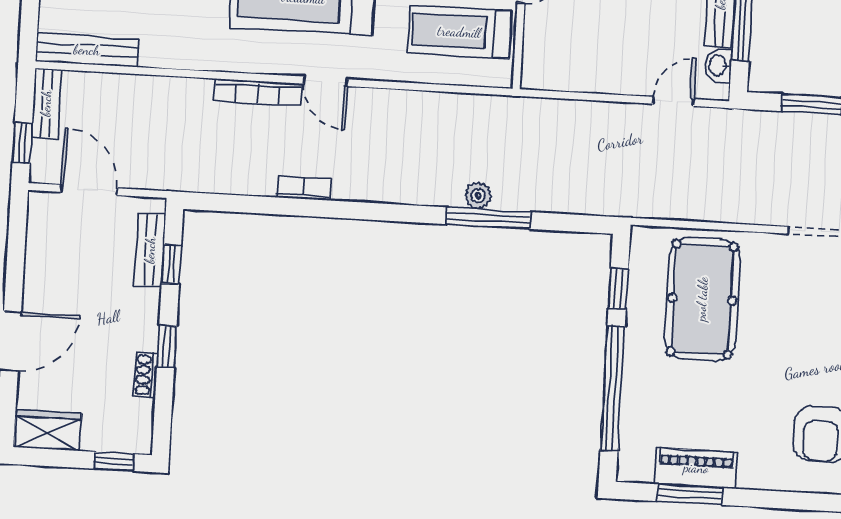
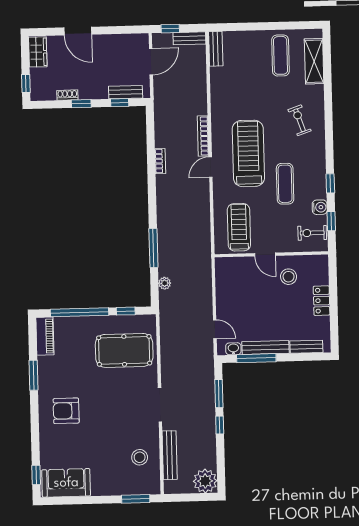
bench: (87, 50) -> (216, 49), width x0.73
plant: (478, 196) -> (165, 283), moved
piano: (696, 468) -> (45, 336), moved
window: (690, 495) -> (34, 375), moved

